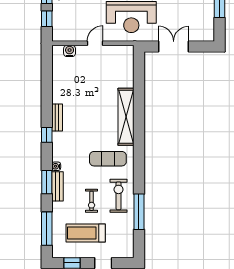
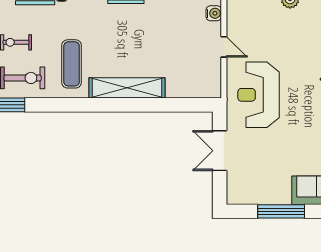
double door: (174, 46) -> (220, 151), swing flipped

